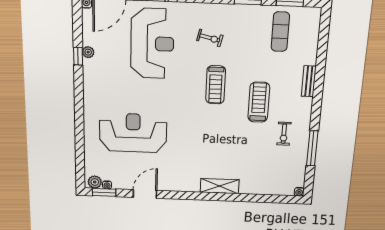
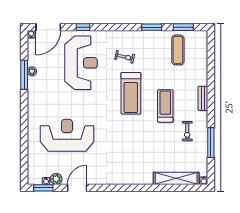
window: (78, 56) -> (24, 75), width x2.17
bench: (309, 81) -> (203, 98), moved
treadmill: (216, 85) -> (131, 93), width x1.37, depth x1.38
plant: (95, 182) -> (56, 179), moved
shelving: (220, 186) -> (176, 178), moved, width x1.47

